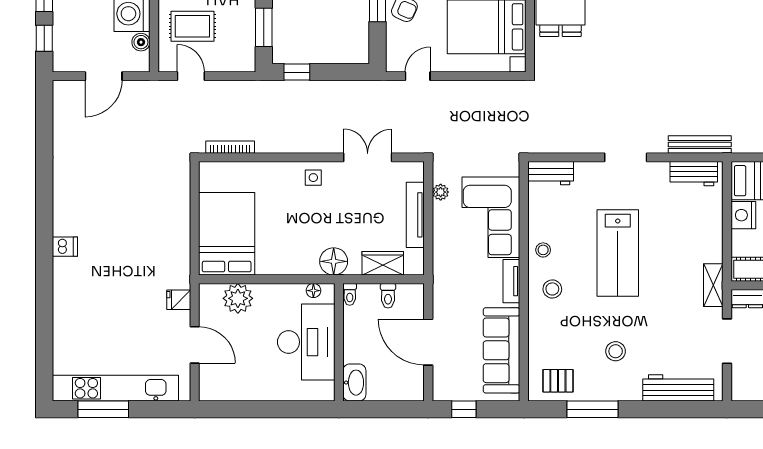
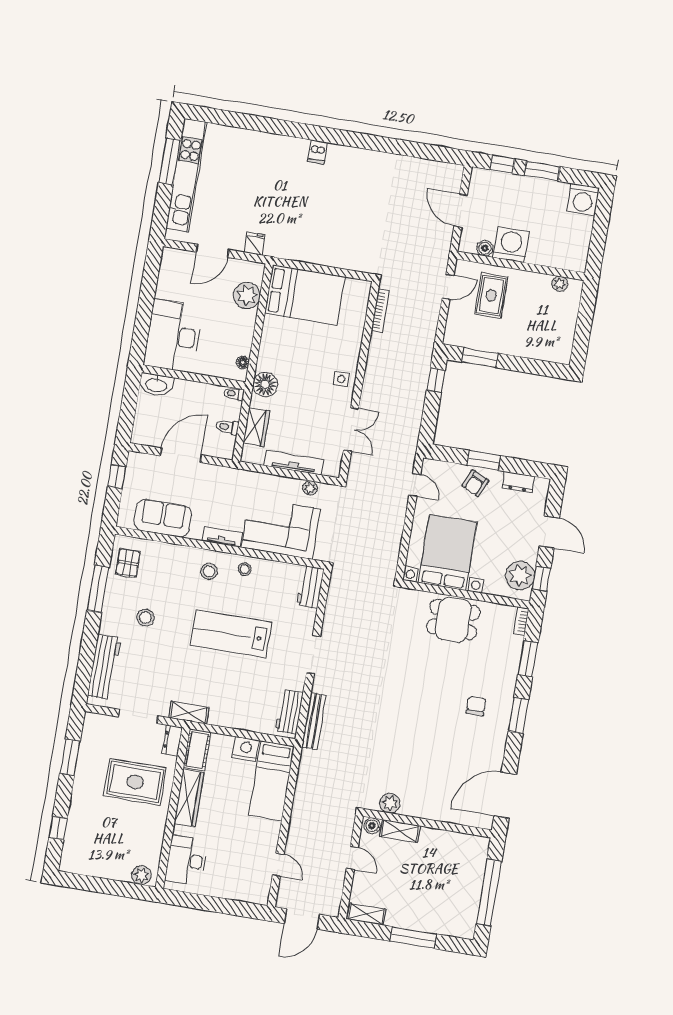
desk: (306, 342) -> (173, 336), moved, turned 90
sofa: (502, 350) -> (163, 518), width x0.73

